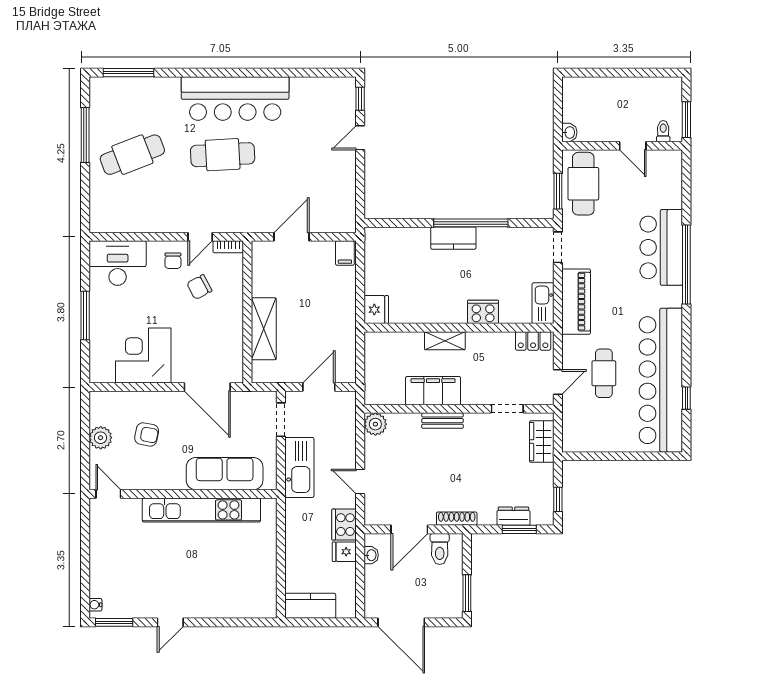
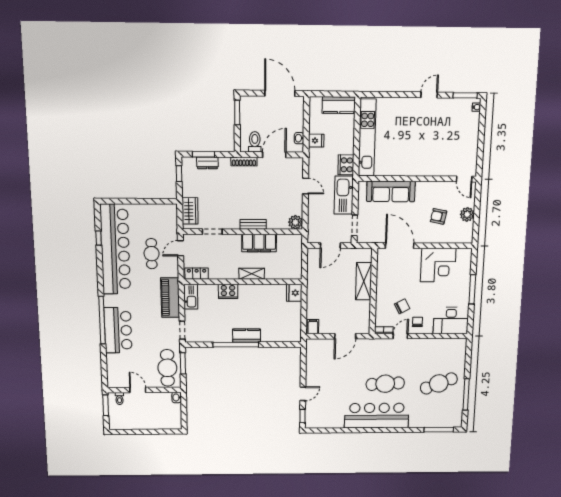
kitchen unit: (201, 510) -> (367, 138), moved, turned 90
cooker: (344, 525) -> (346, 165), moved, turned 180

